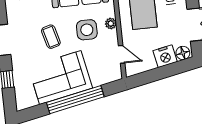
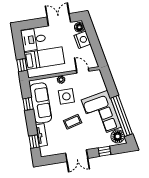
door: (122, 54) -> (83, 71), hinge flipped
floor lamp: (27, 99) -> (118, 136), added
window: (75, 100) -> (121, 116), moved

